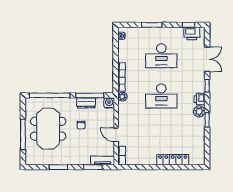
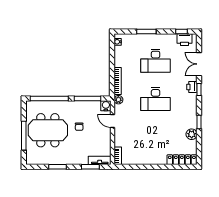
double door: (207, 59) -> (199, 64), swing flipped
printer: (200, 99) -> (192, 87), moved
dresser: (86, 103) -> (84, 106), removed
plant: (199, 111) -> (192, 134), moved
meeting table: (48, 129) -> (48, 130), turned 90
door: (116, 135) -> (113, 121), moved
locker: (173, 160) -> (182, 160), moved

